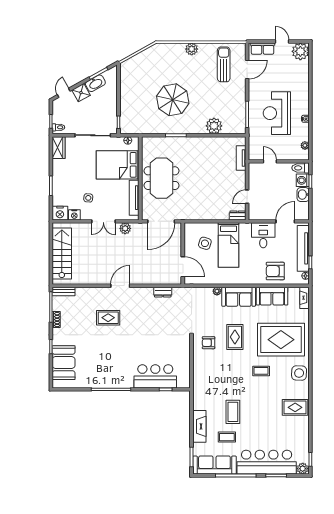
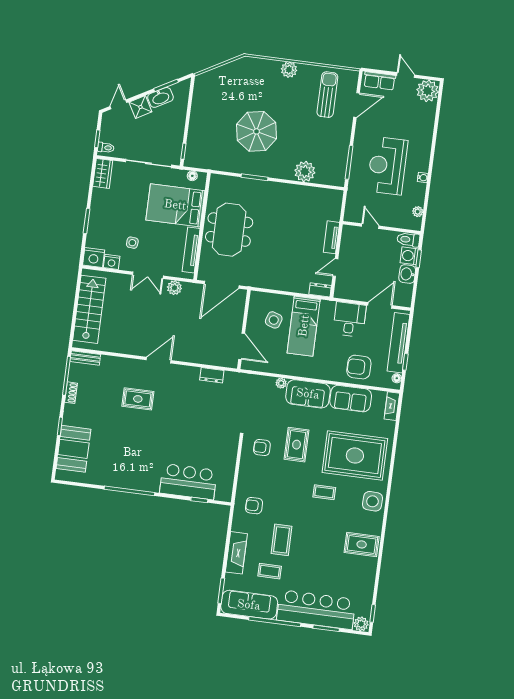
tv unit: (241, 158) -> (331, 237), moved
armchair: (208, 388) -> (254, 506), added

